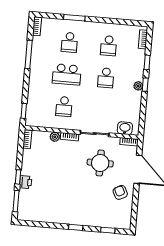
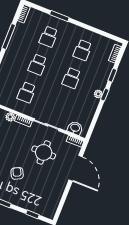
school desk: (67, 74) -> (38, 65), width x0.54
armchair: (120, 192) -> (17, 173), moved

